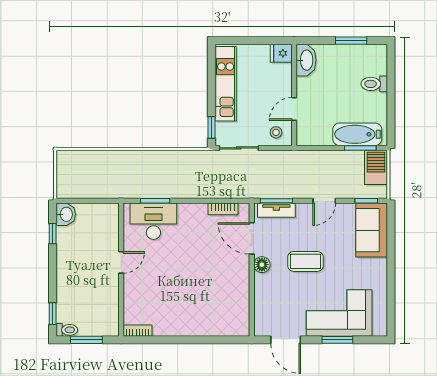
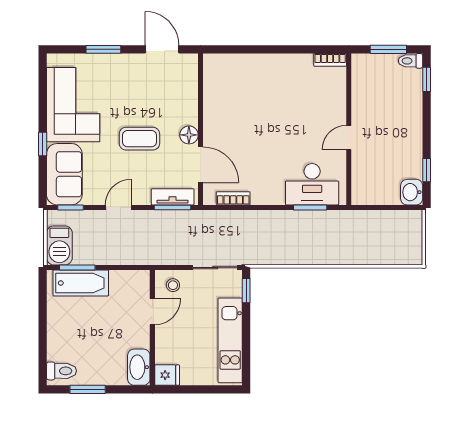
toilet: (374, 84) -> (61, 371), moved
window: (391, 257) -> (43, 144), added
corner sofa: (339, 313) -> (73, 105), moved, turned -90

